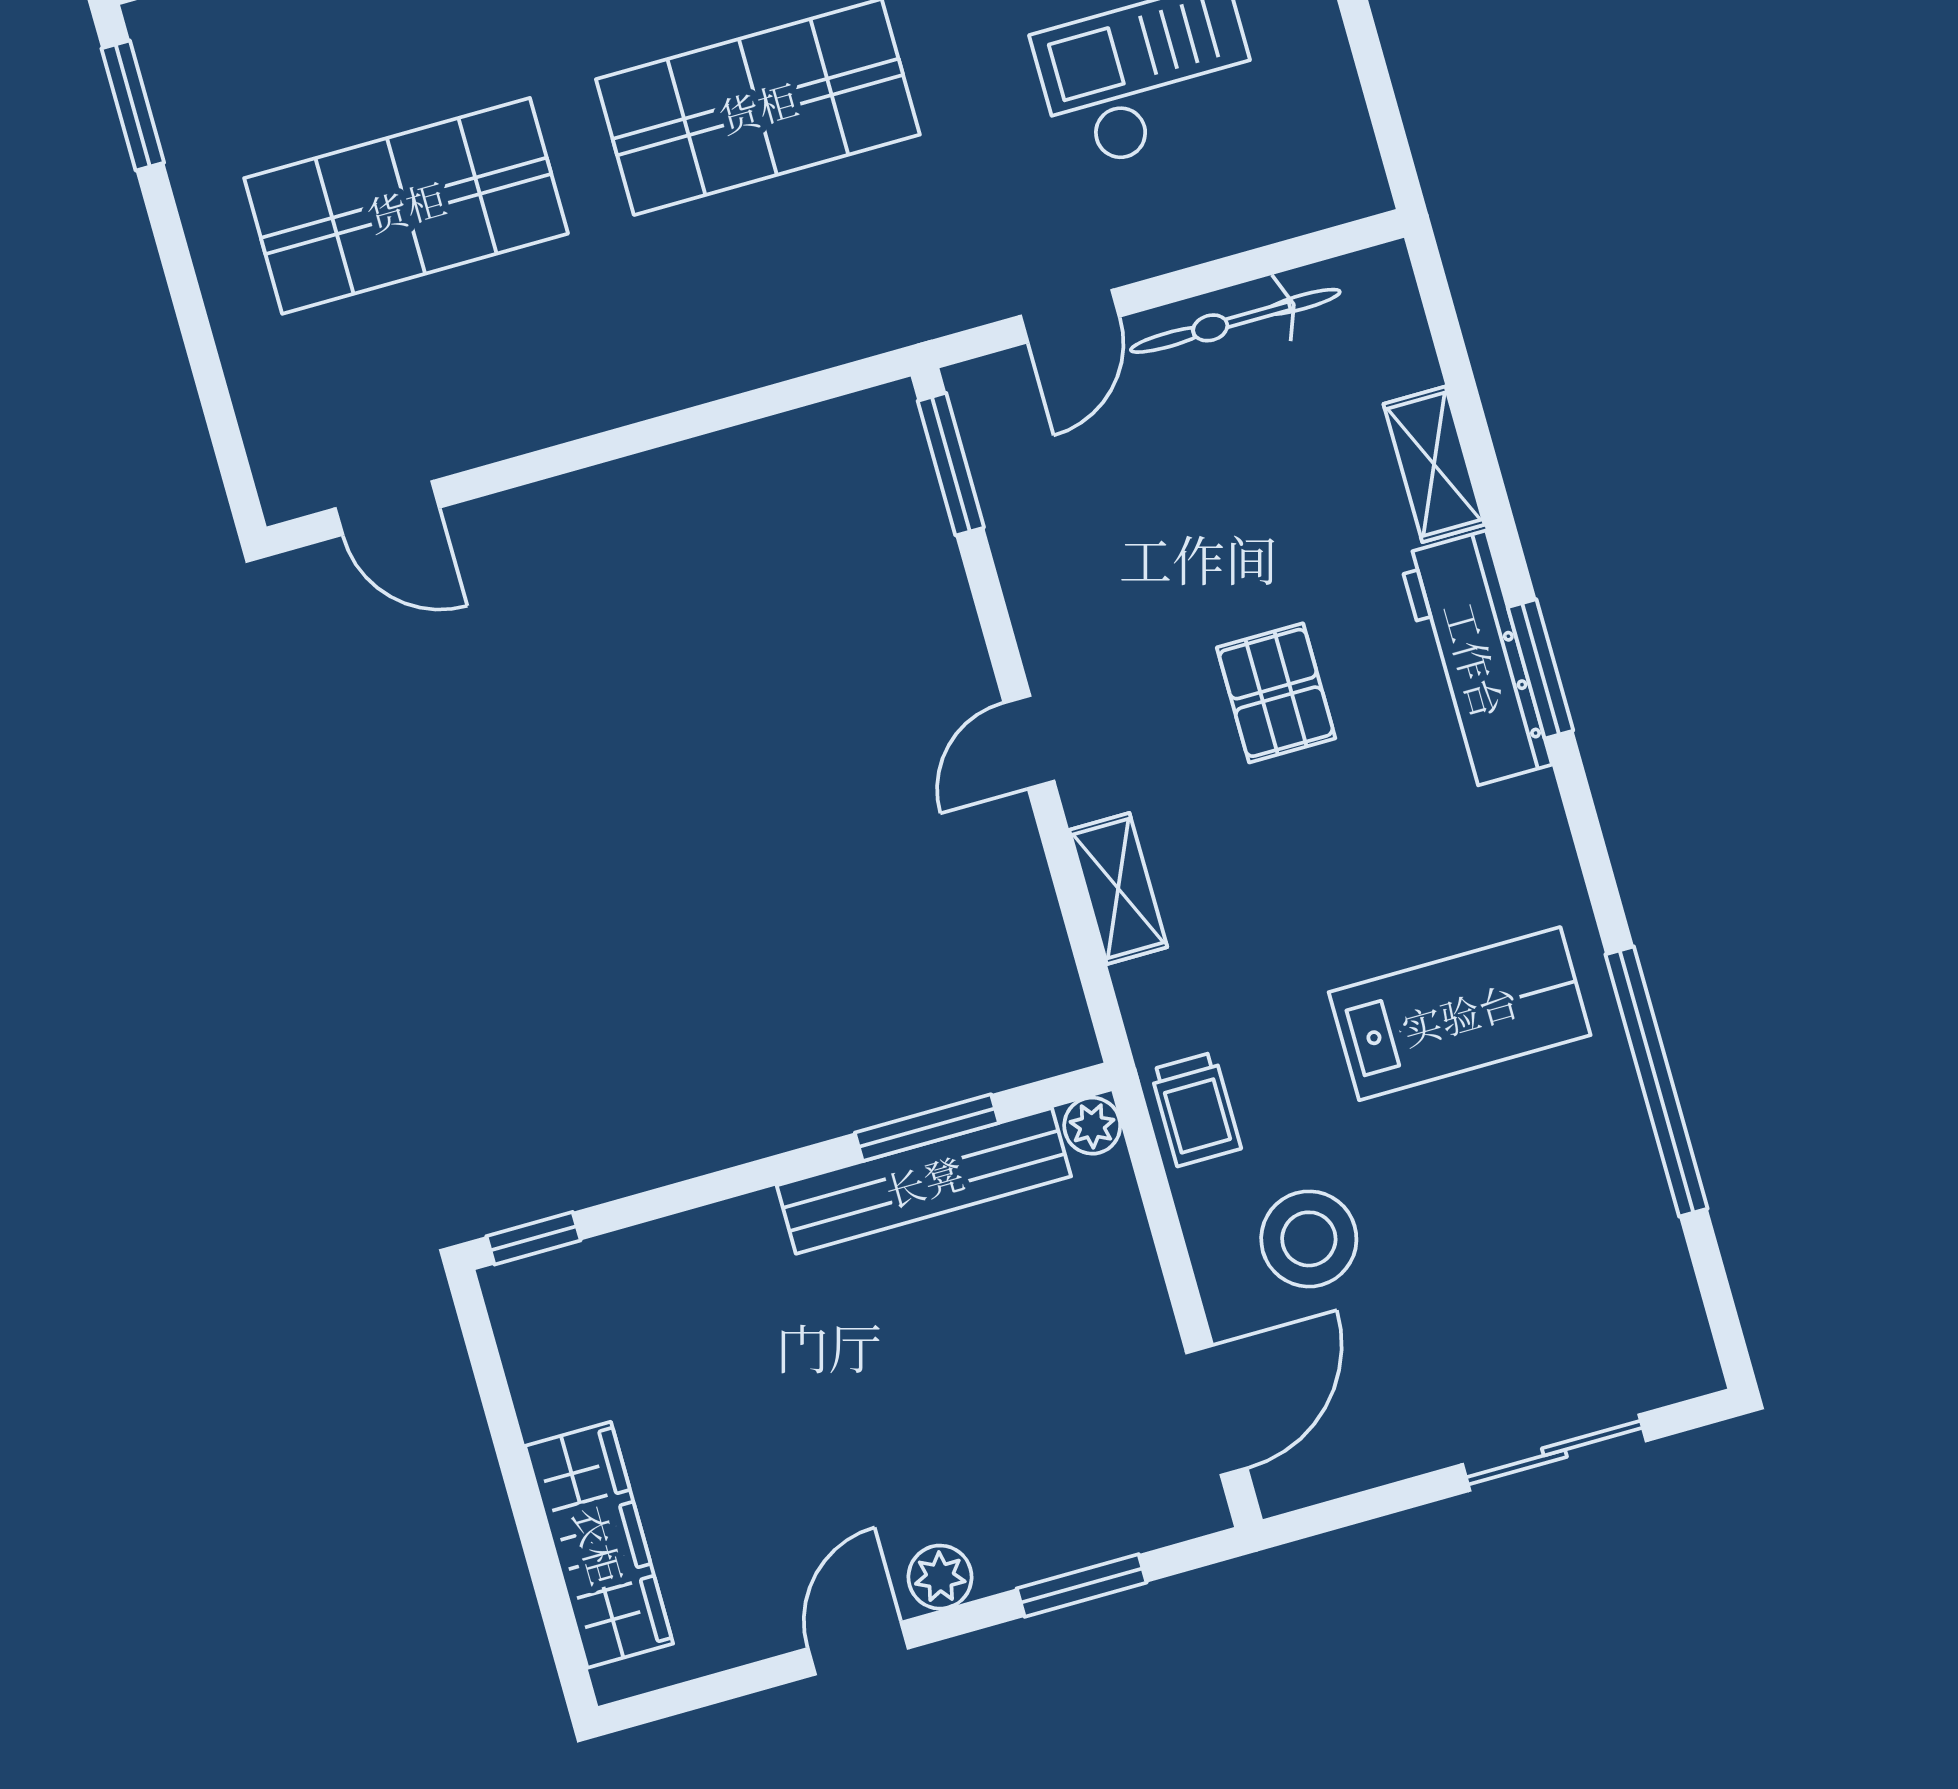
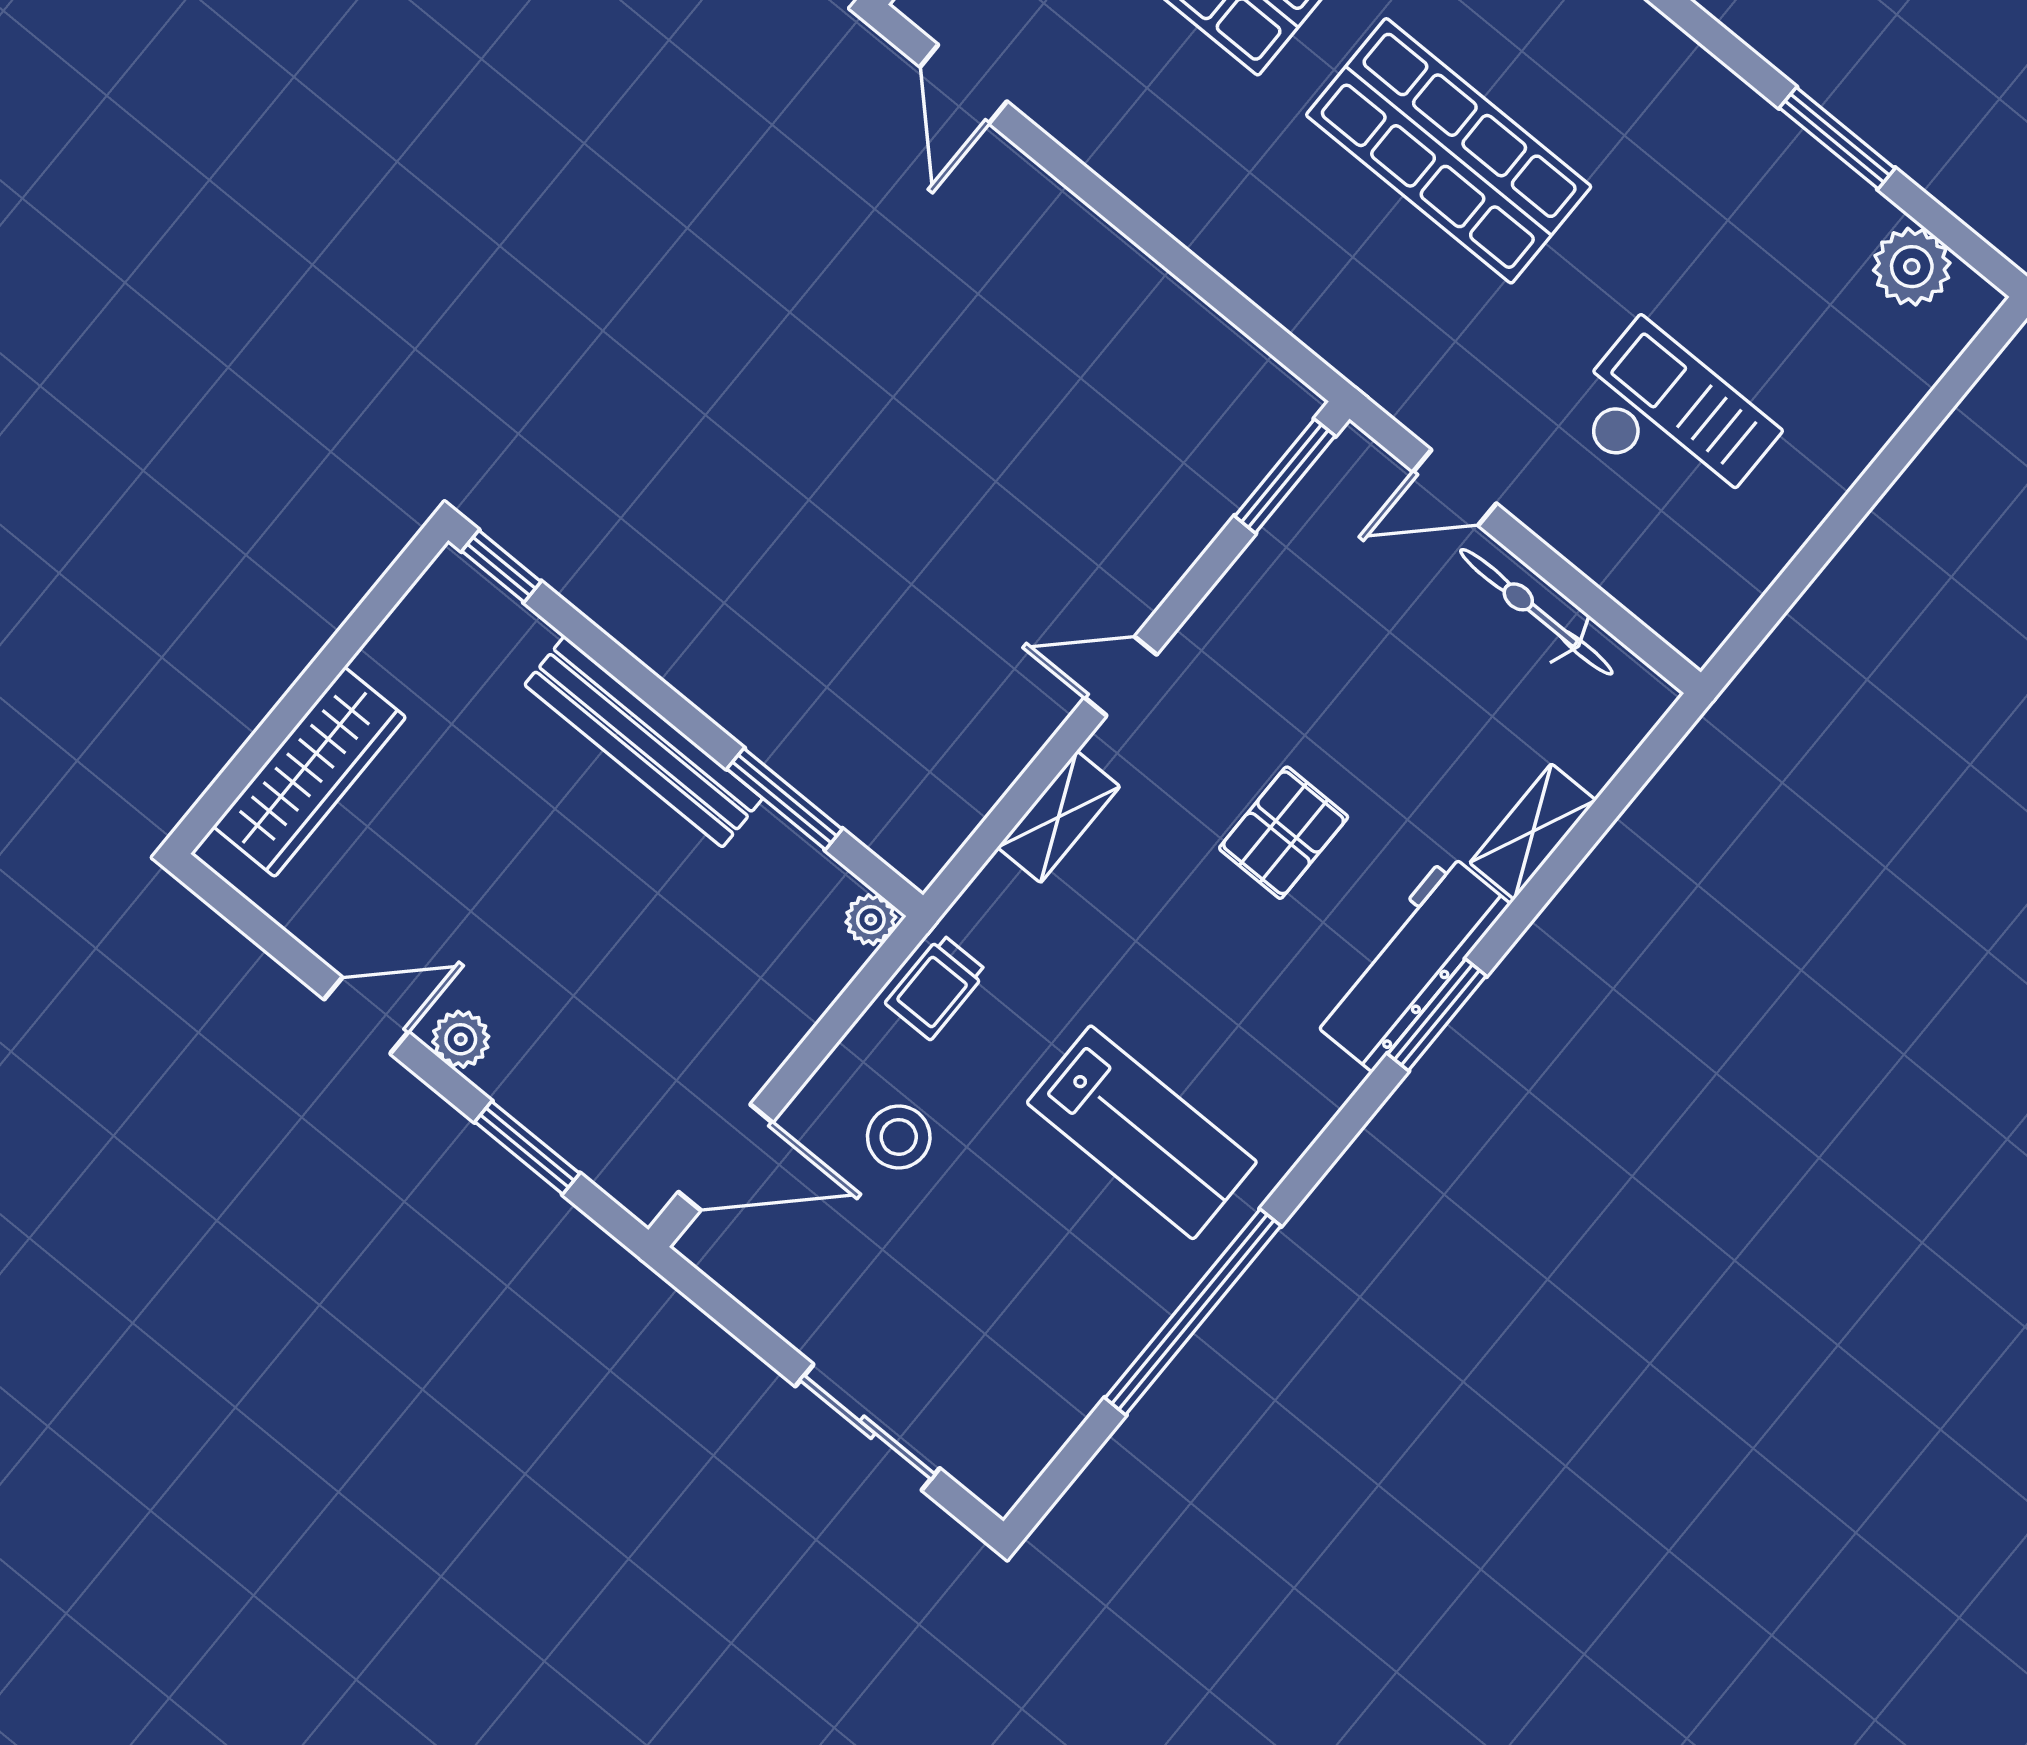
bench: (924, 1181) -> (644, 742), moved
stool: (1309, 1239) -> (899, 1137), width x0.73, depth x0.73

